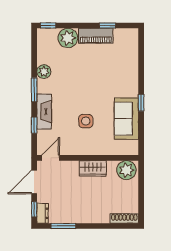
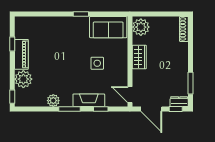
sofa: (126, 119) -> (108, 27), moved

